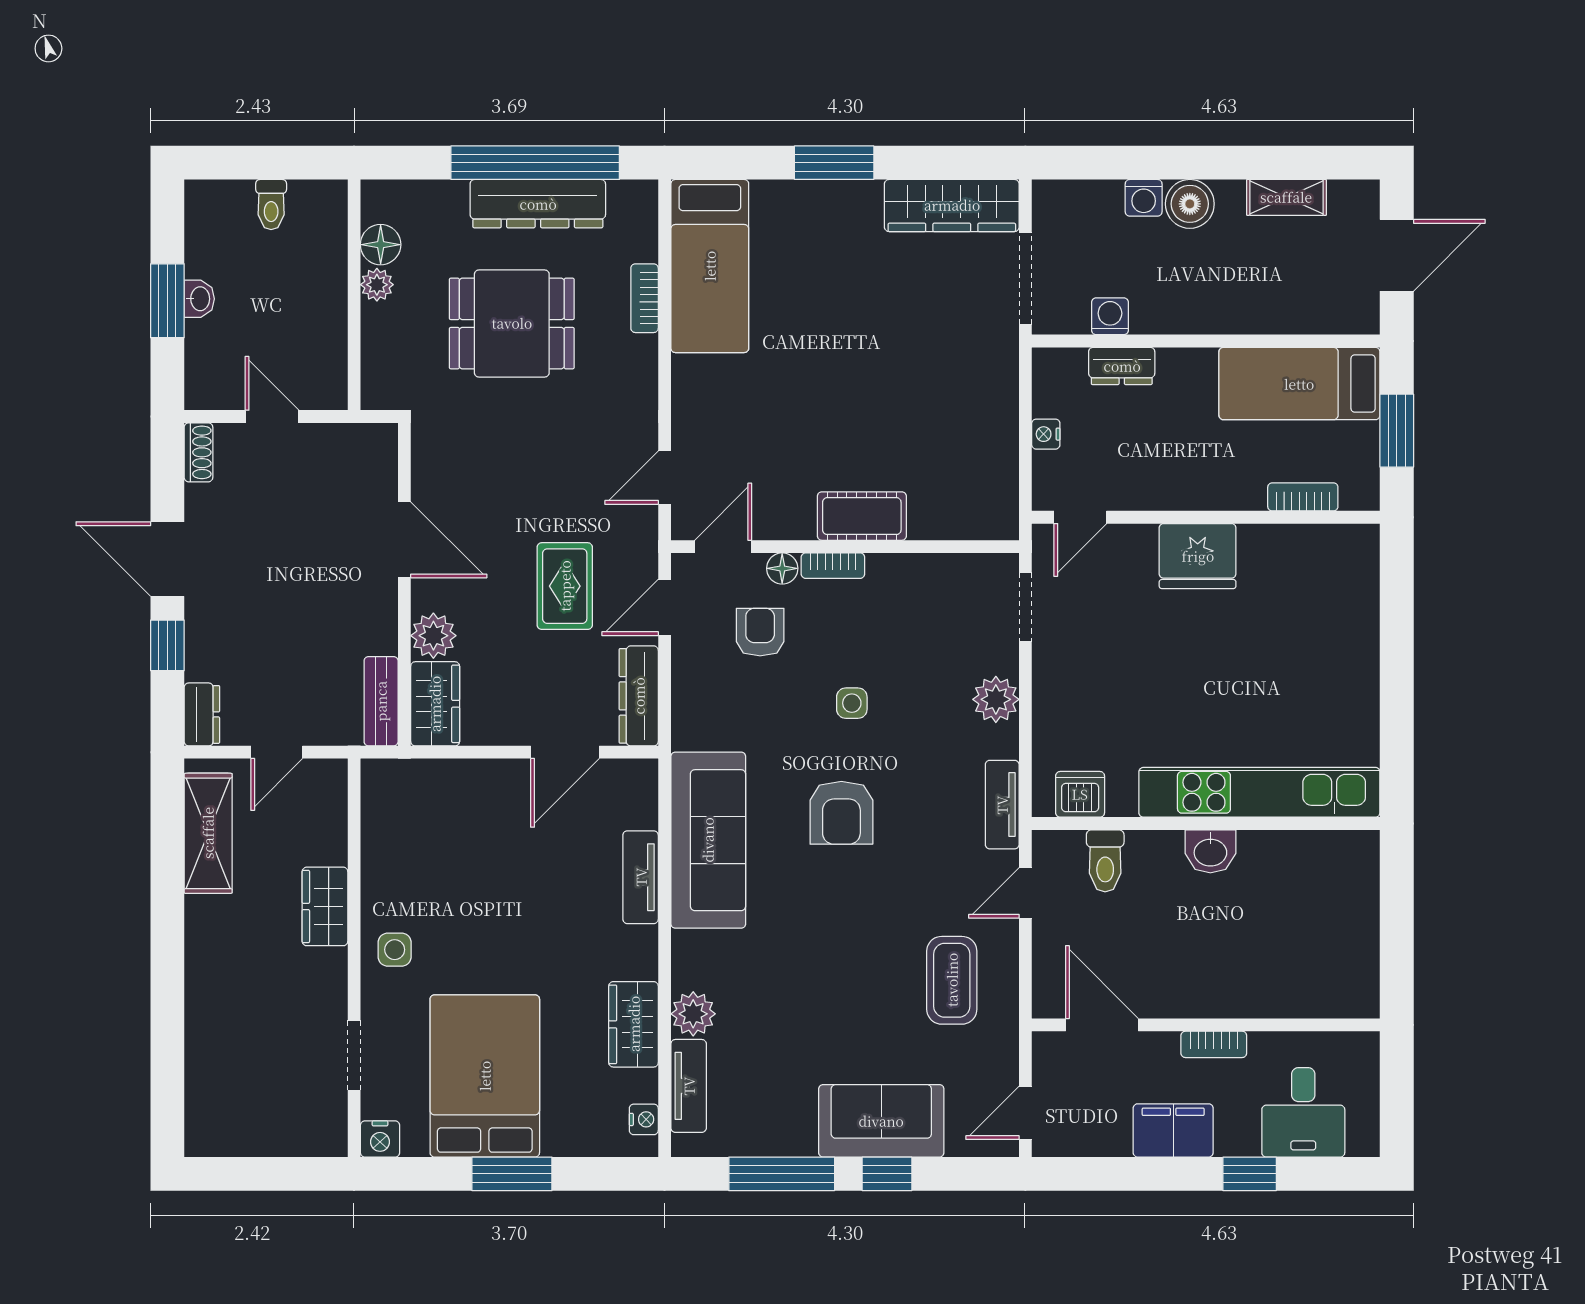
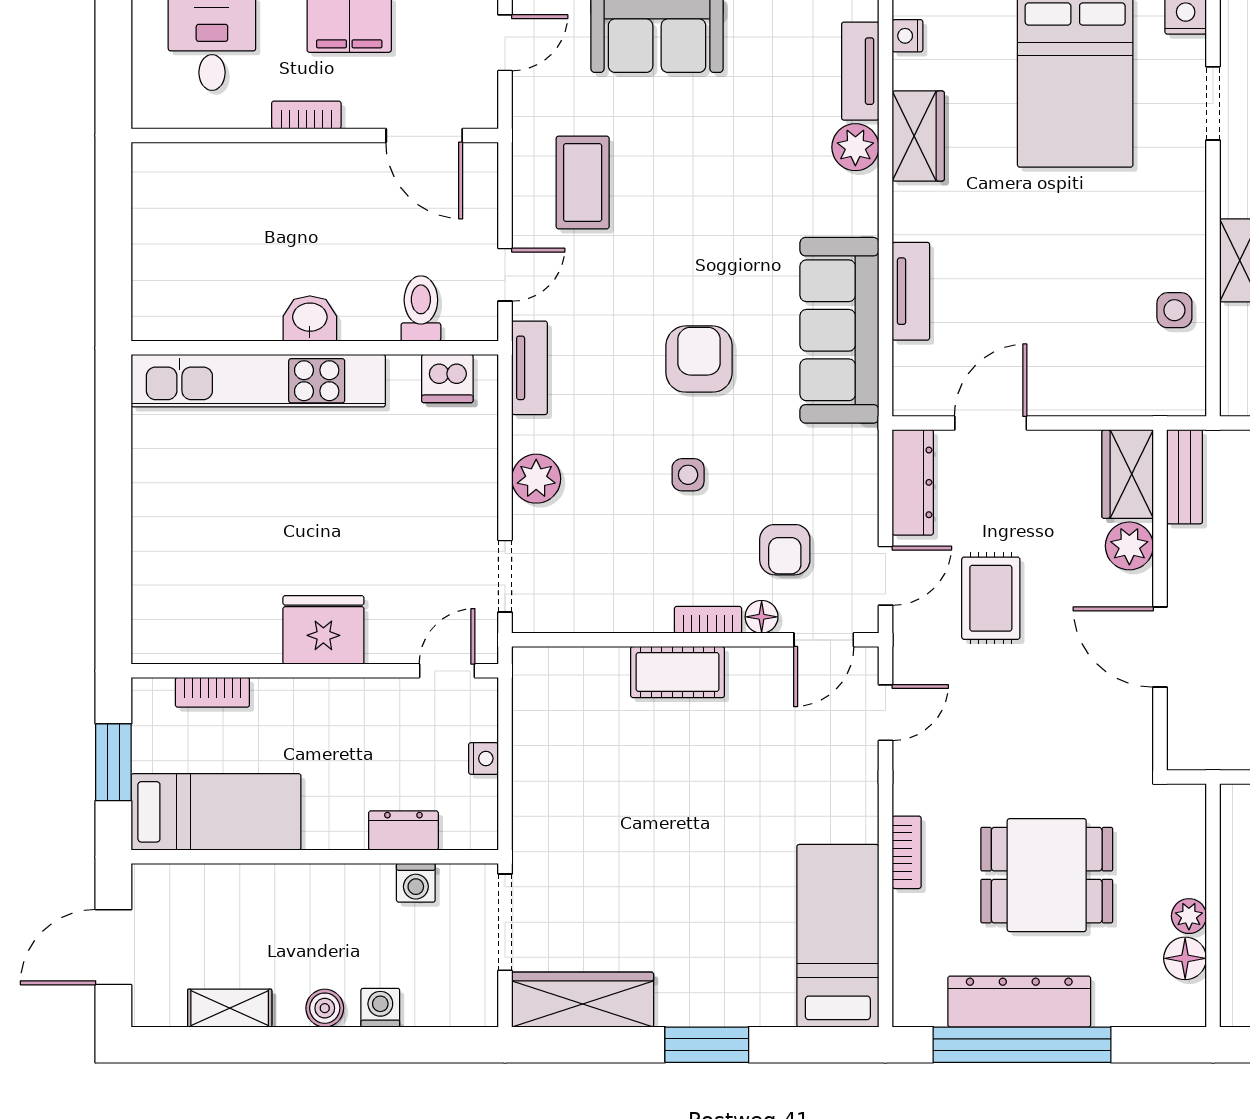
boiler: (1190, 204) -> (325, 1008), width x0.73, depth x0.73
bookcase: (645, 298) -> (907, 852), moved
side table: (395, 950) -> (1174, 310), moved

